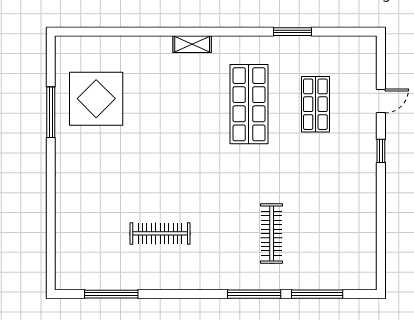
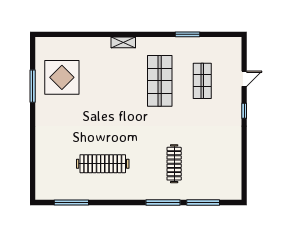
clothes rail: (160, 233) -> (103, 164), width x1.37, depth x1.31

